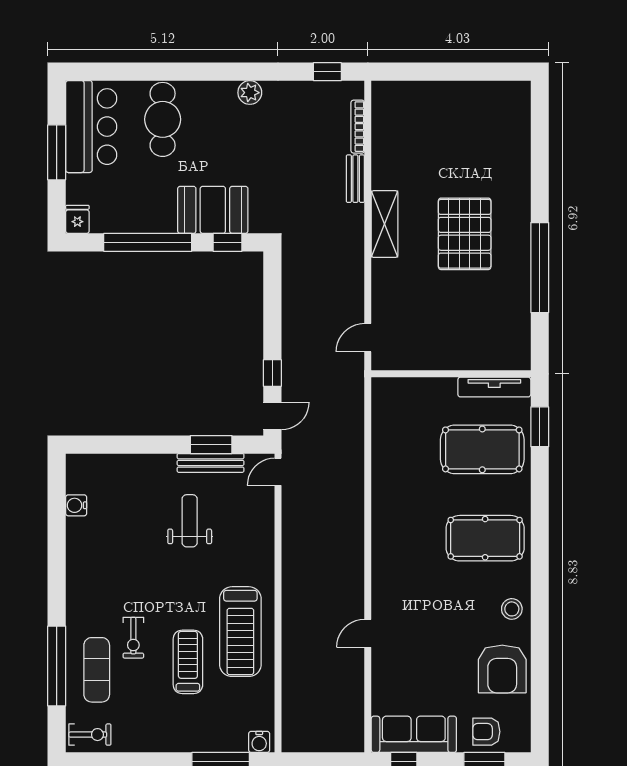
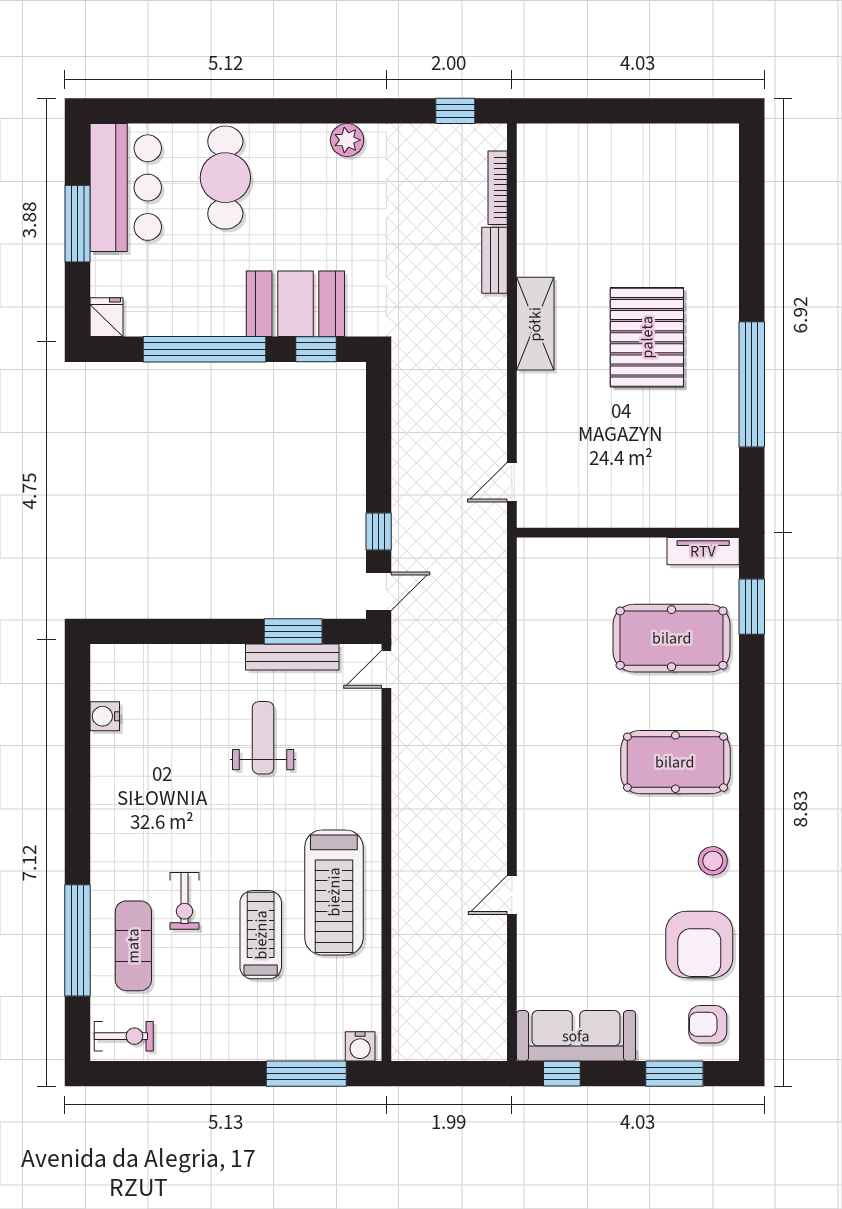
tv unit: (494, 387) -> (703, 551), width x0.71
armchair: (486, 732) -> (708, 1024), moved

